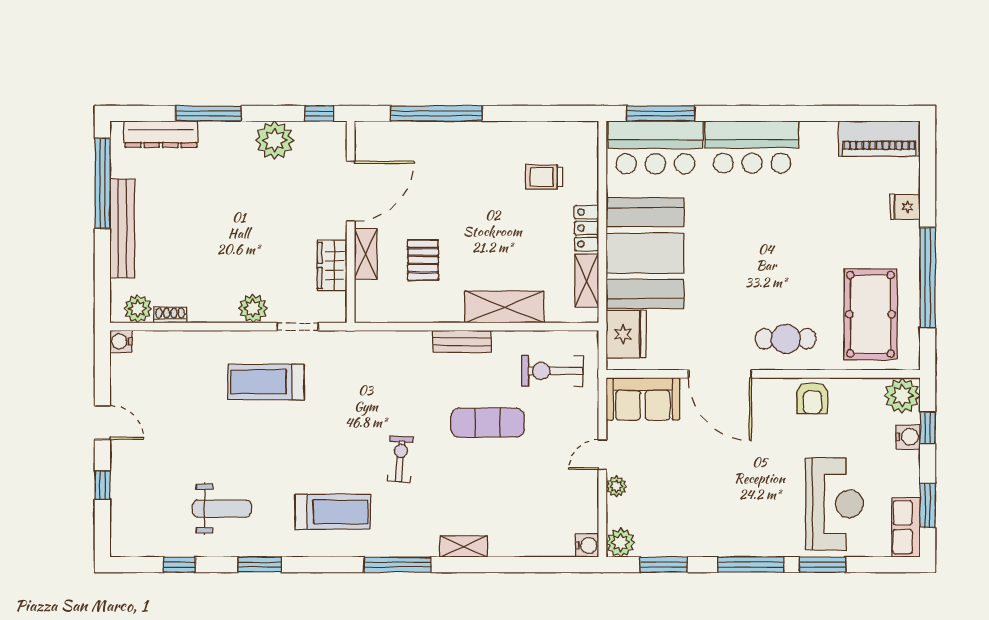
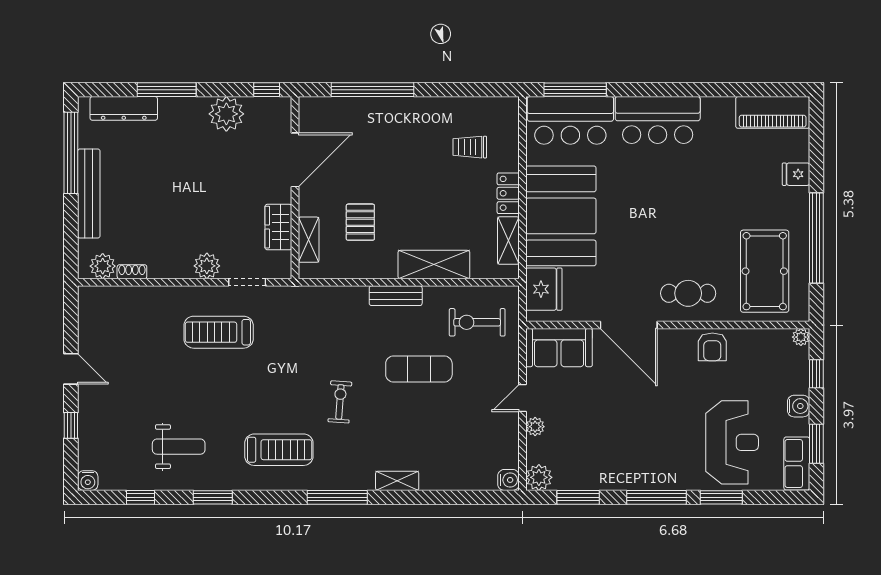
shelving: (366, 254) -> (309, 240), moved
water cooler: (121, 341) -> (88, 481), moved, turned -90
plant: (902, 396) -> (801, 337), width x0.53, depth x0.53
water cooler: (908, 437) -> (799, 406), moved

